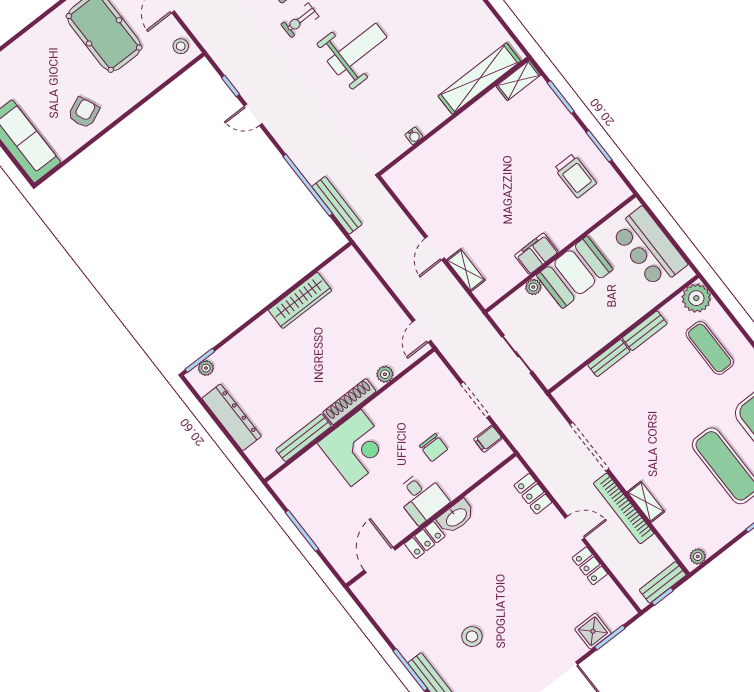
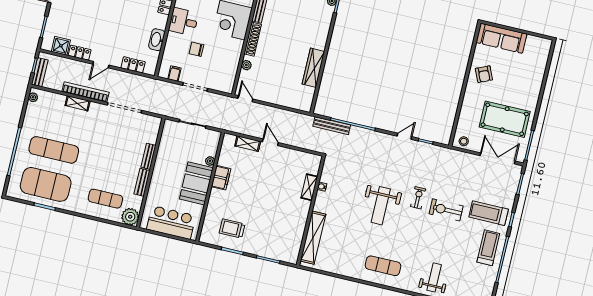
shelving: (518, 80) -> (309, 187), moved
washbasin: (456, 517) -> (157, 40), moved
shower: (593, 631) -> (61, 46), moved

